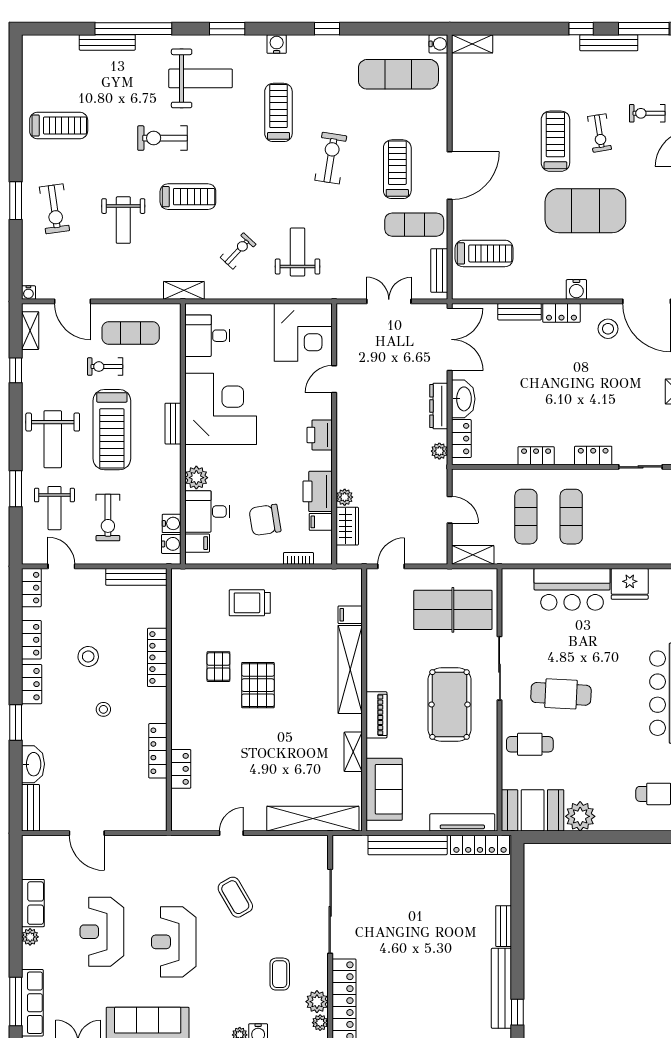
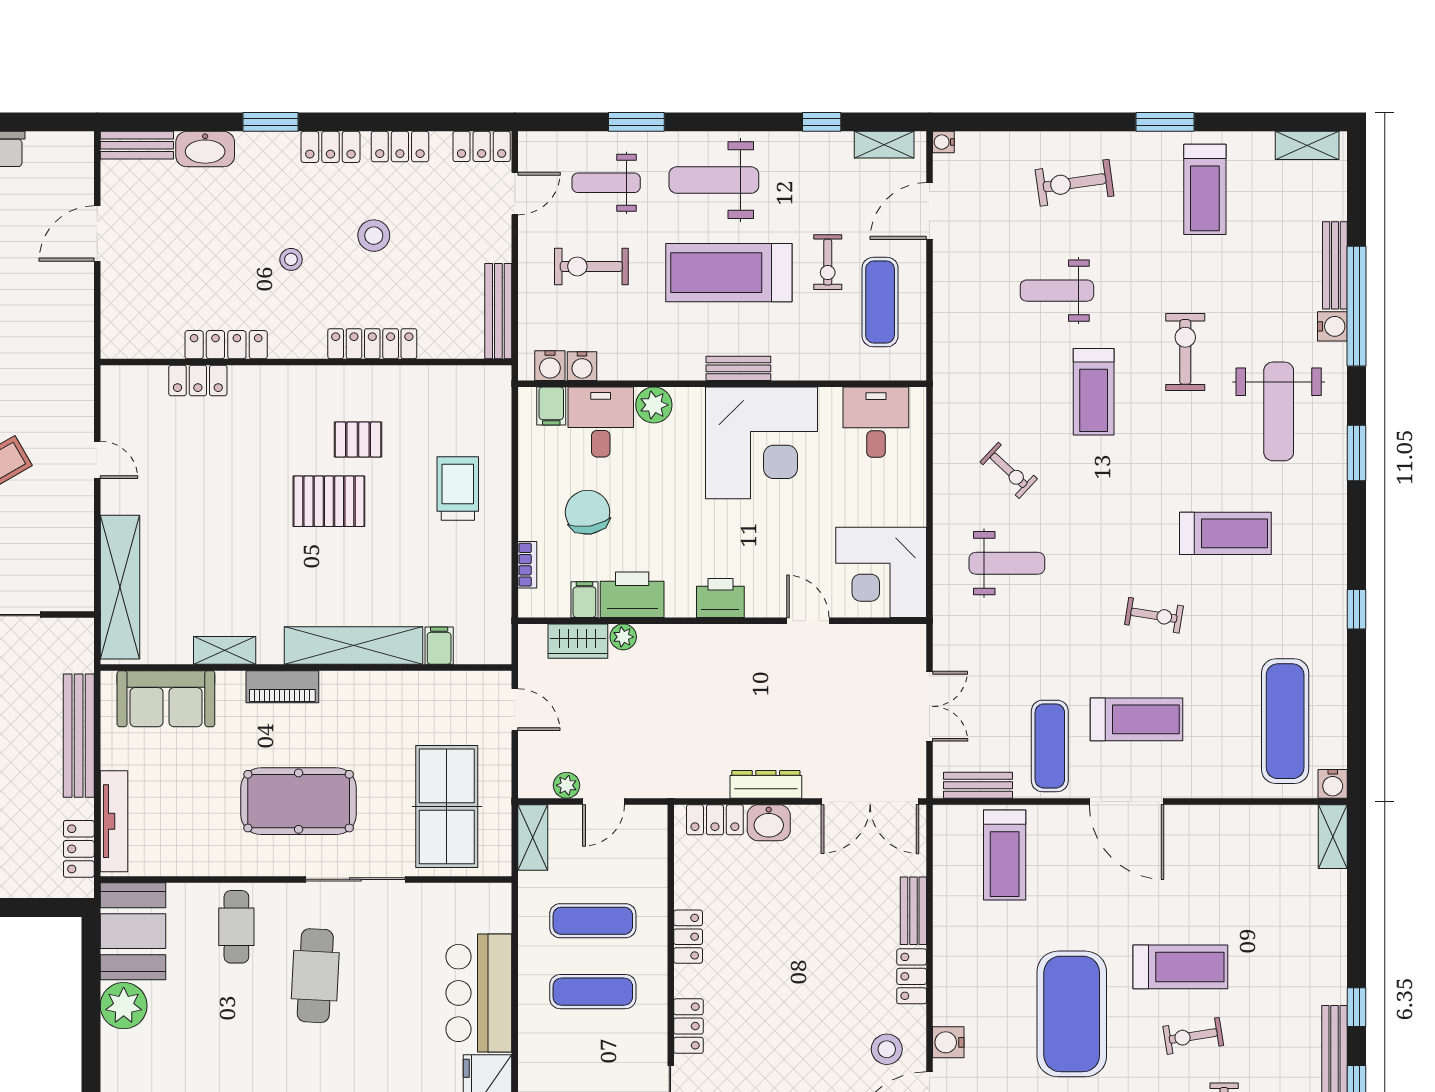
water cooler: (277, 44) -> (1332, 326), moved
exercise bike: (331, 158) -> (1154, 615), width x0.73, depth x0.72
window: (16, 201) -> (1165, 122), moved
water cooler: (576, 289) -> (948, 1042), moved
shelving: (184, 290) -> (1307, 145), moved, turned 90
exercise bike: (105, 367) -> (828, 262), turned 180
washbasin: (463, 399) -> (769, 823), width x0.72
plant: (439, 451) -> (567, 785), moved
locker: (480, 845) -> (79, 849), width x0.66

